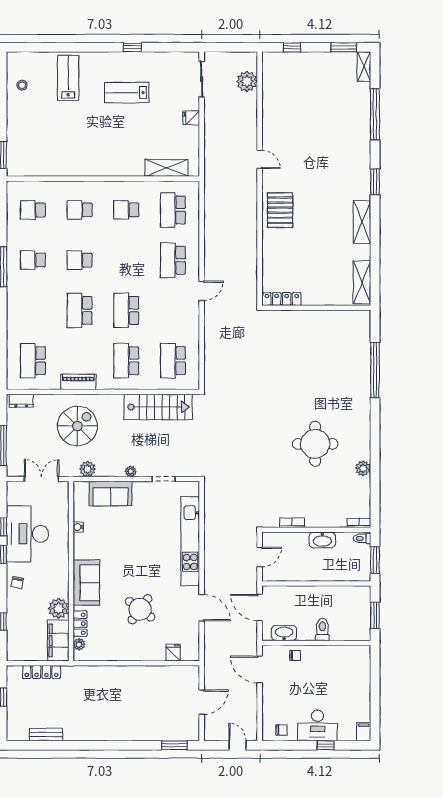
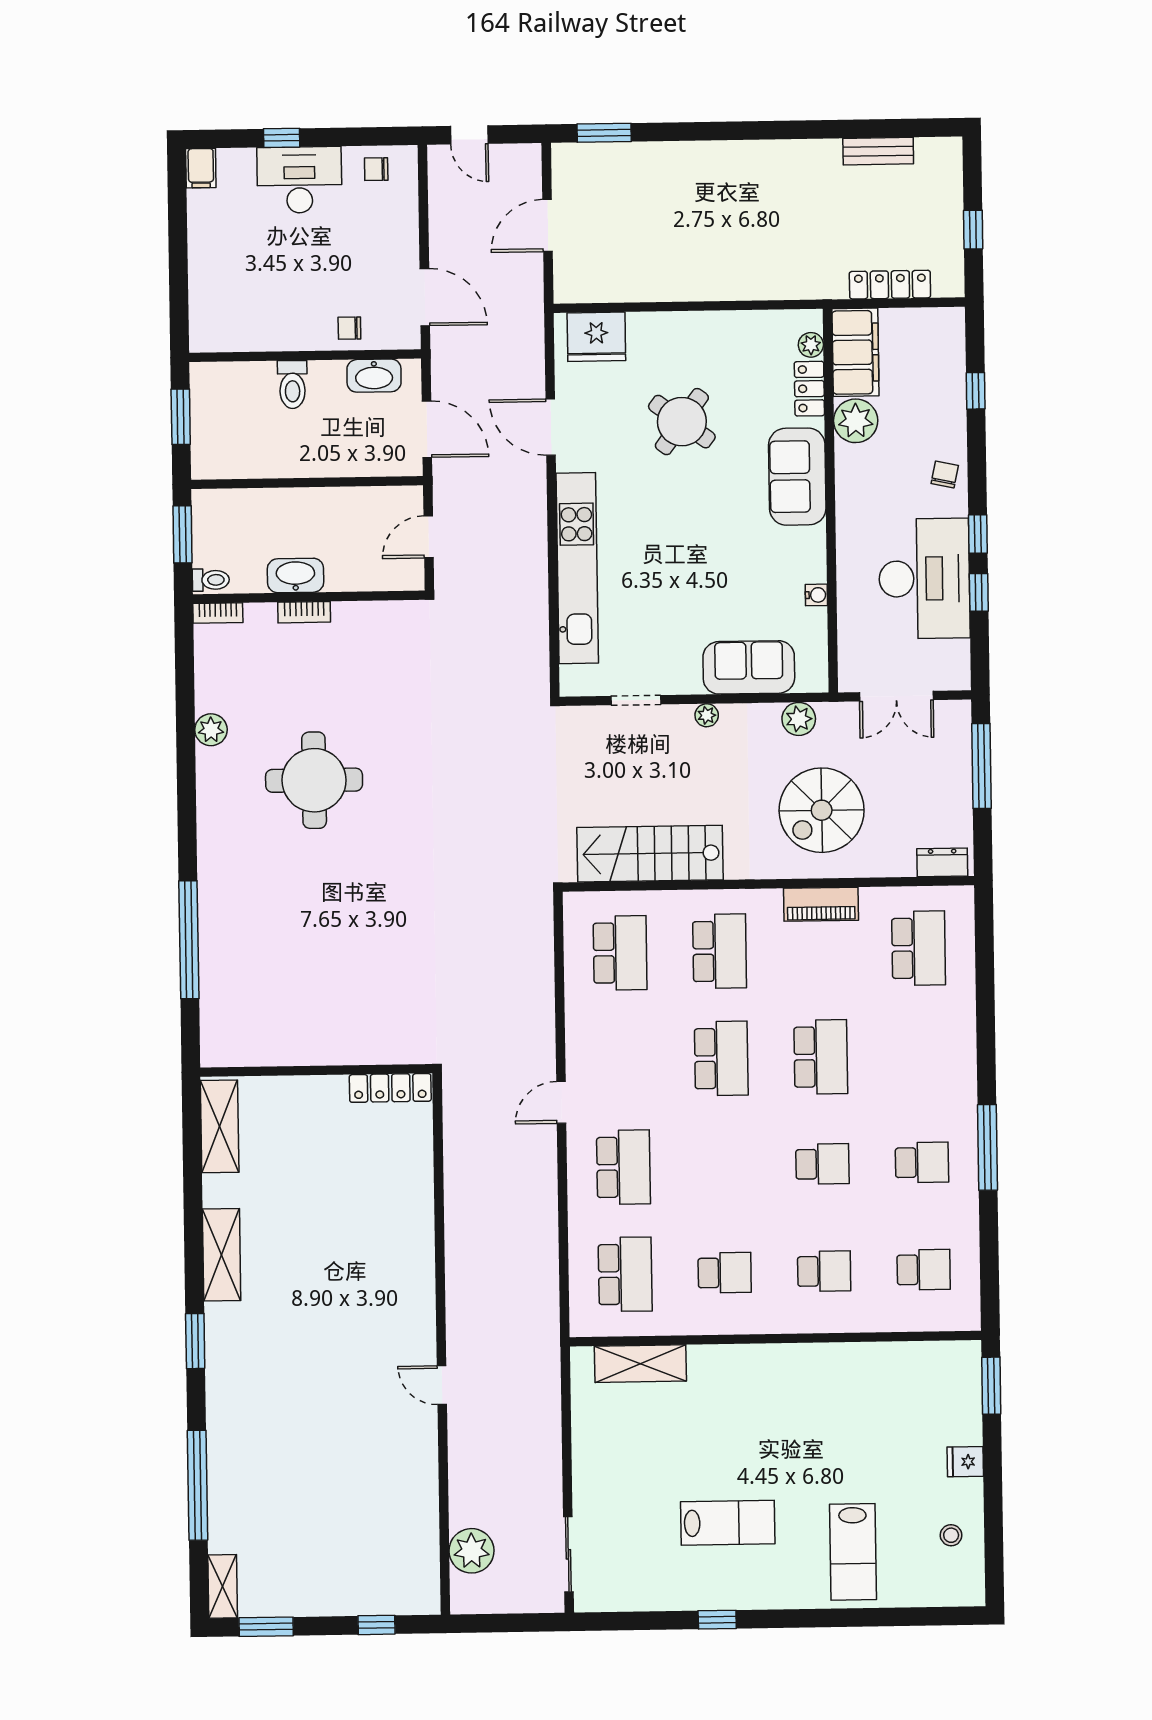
fridge: (191, 118) -> (965, 1462), moved, turned 180
pallet: (280, 210) -> (397, 1277), removed
bookcase: (292, 523) -> (304, 612), moved
fridge: (173, 653) -> (596, 337), width x1.88, depth x1.34

